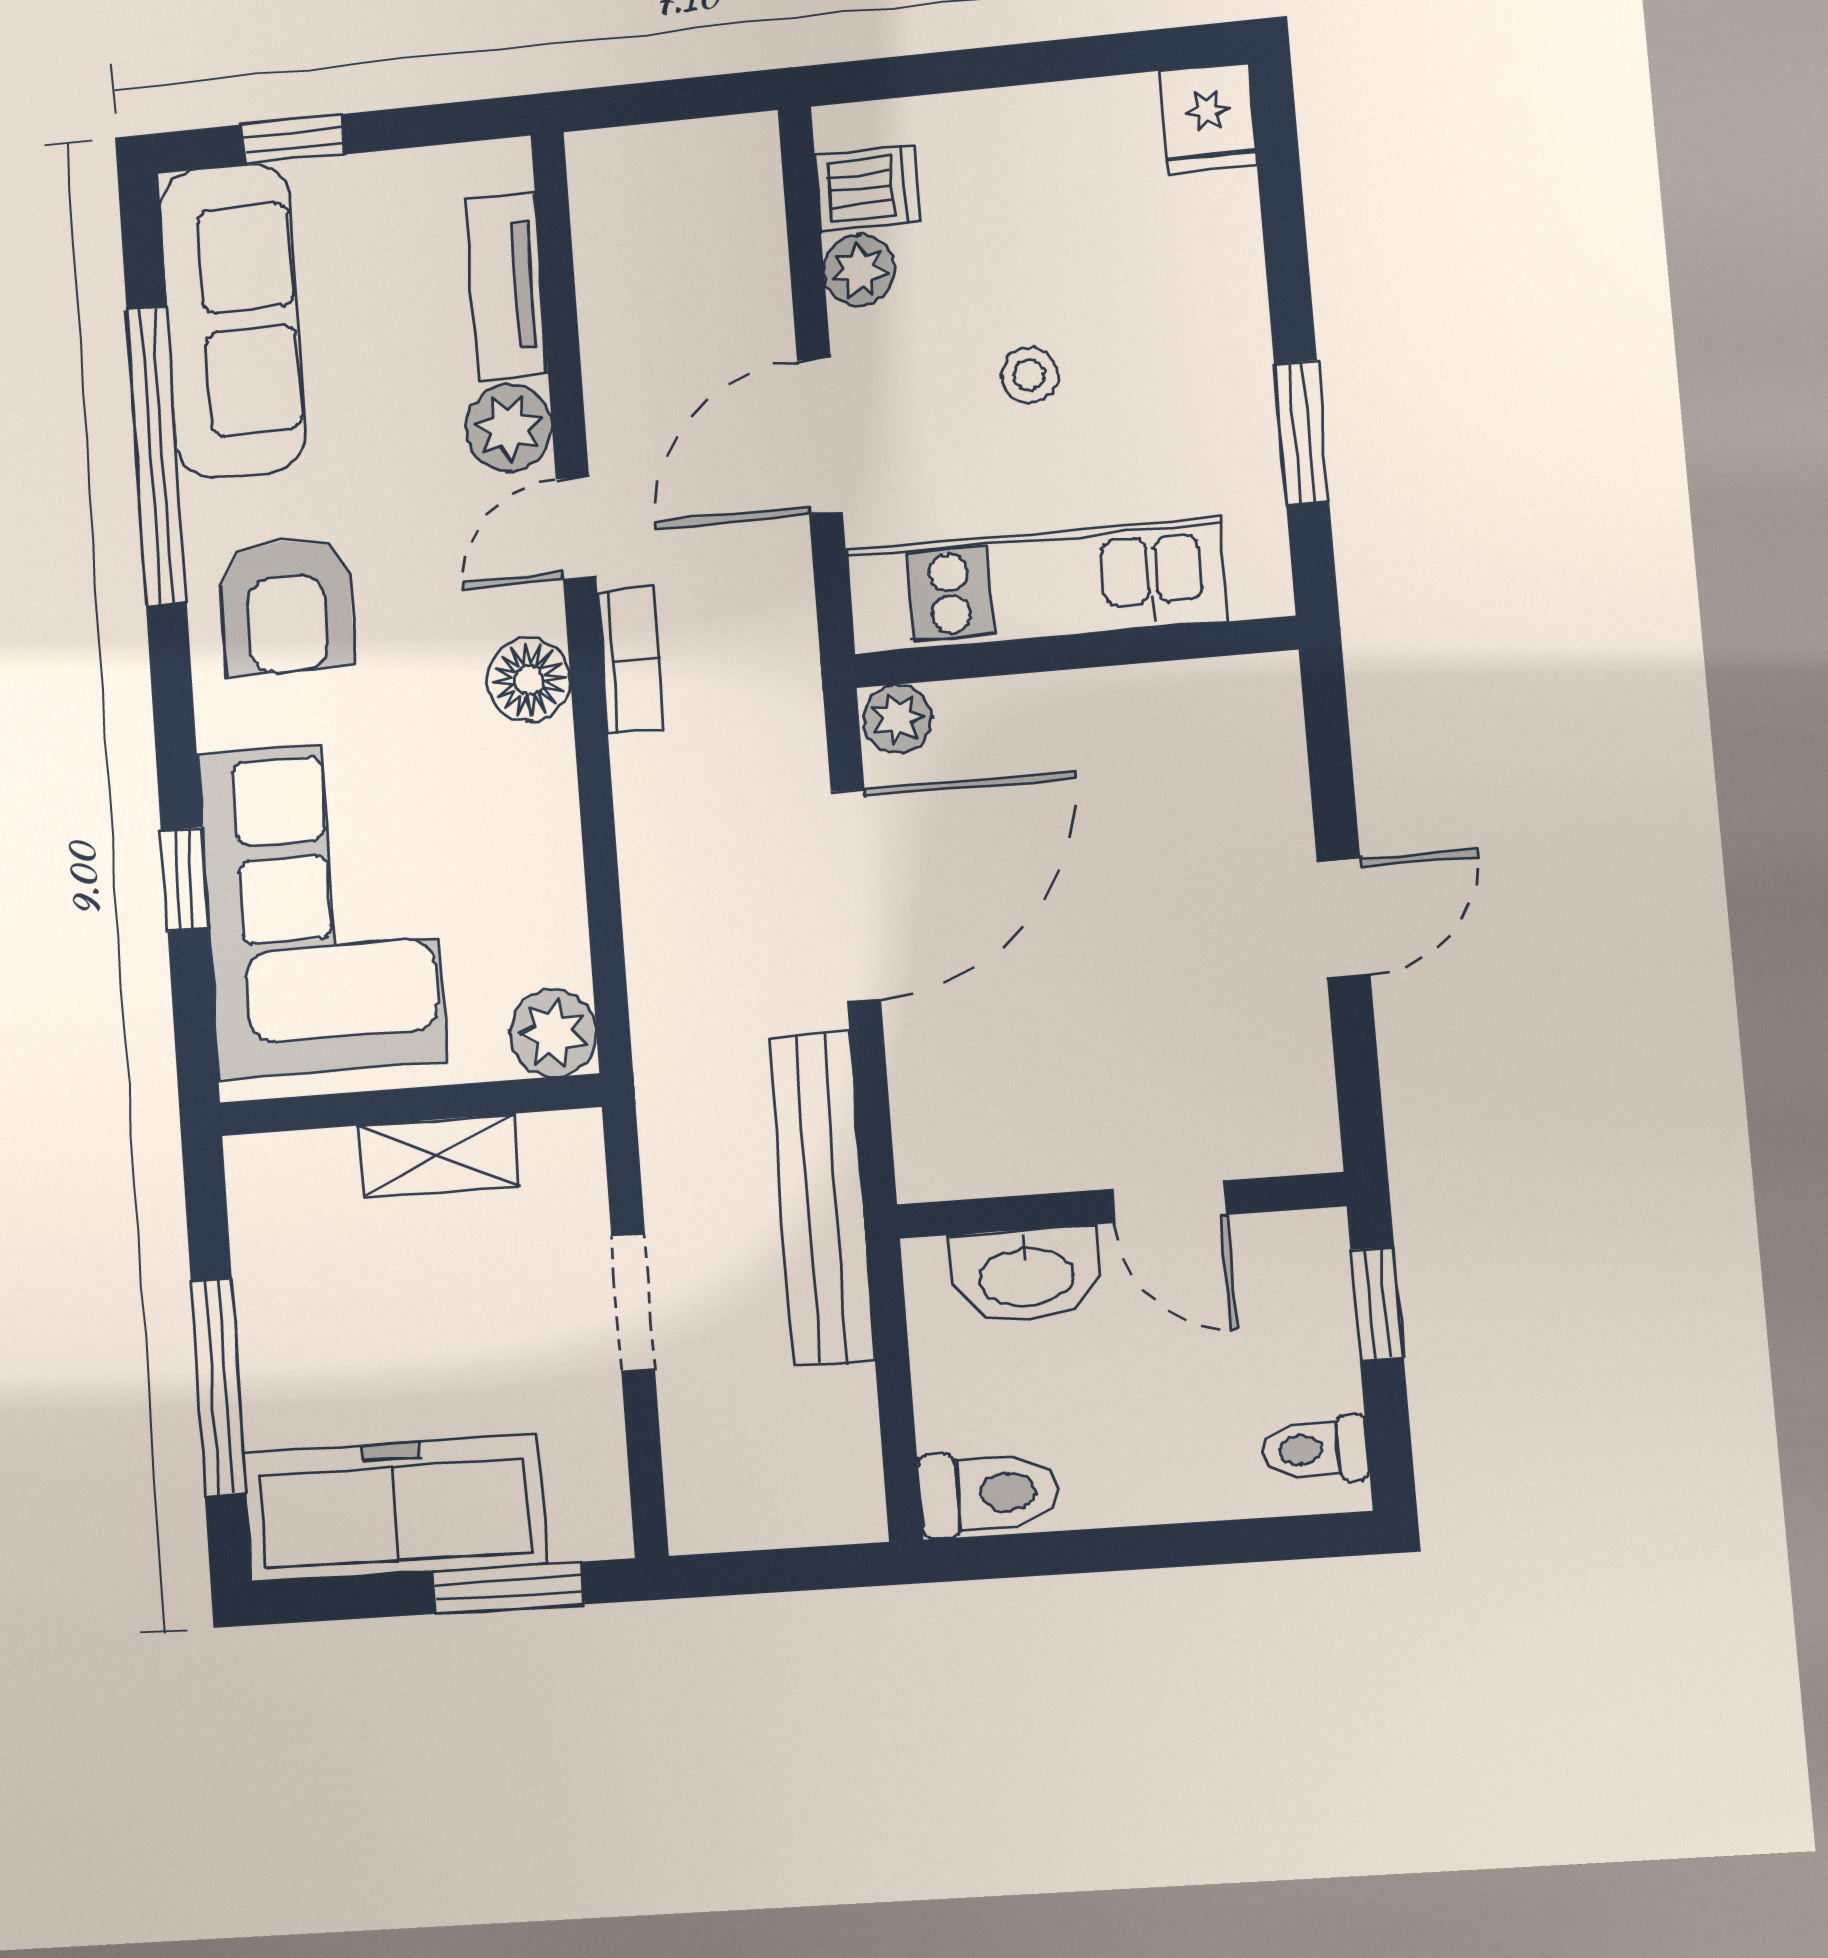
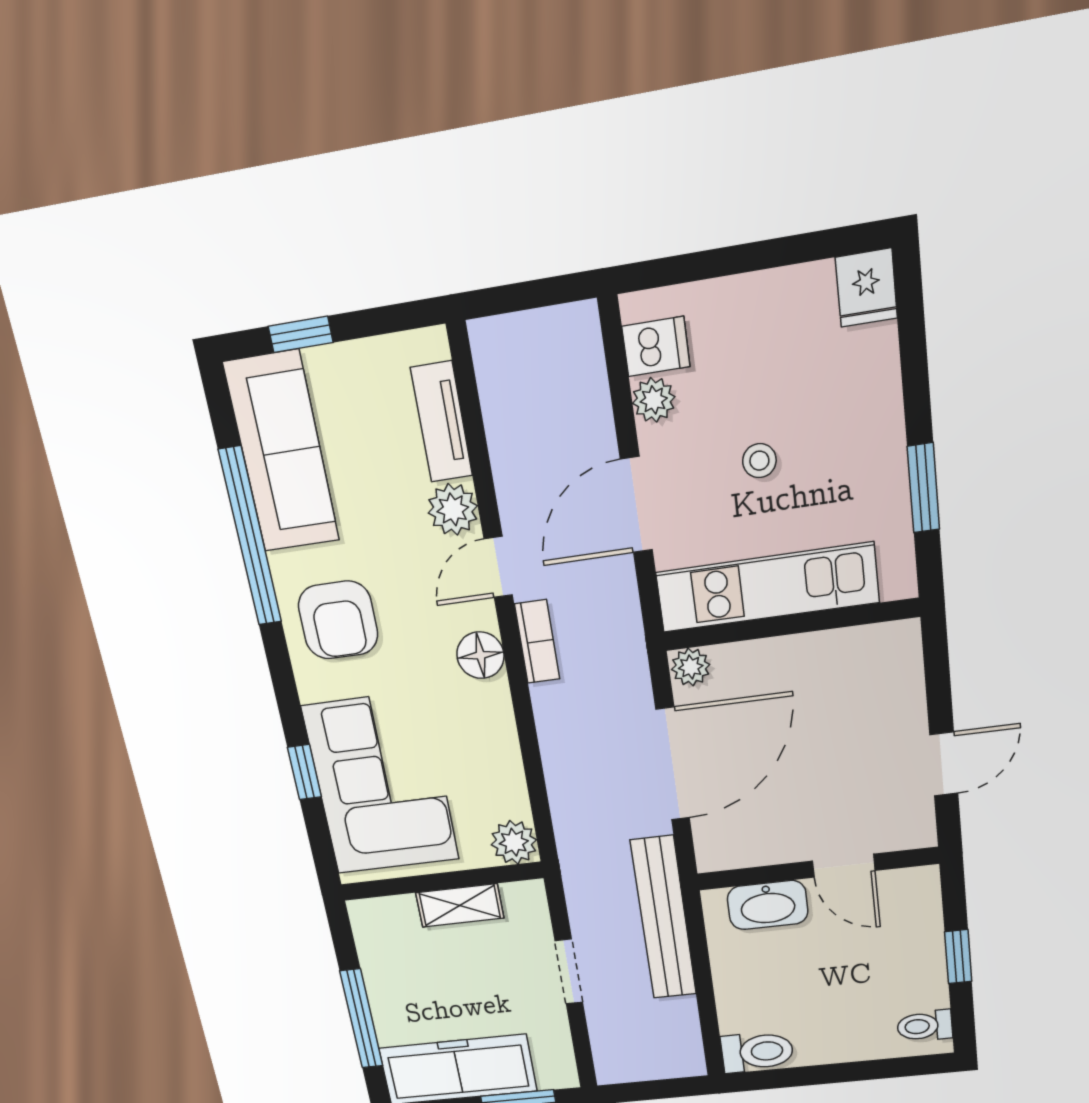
door: (1170, 1202) -> (844, 866), moved
wall: (1120, 1205) -> (817, 869), moved
washbasin: (1026, 1275) -> (768, 905), moved

